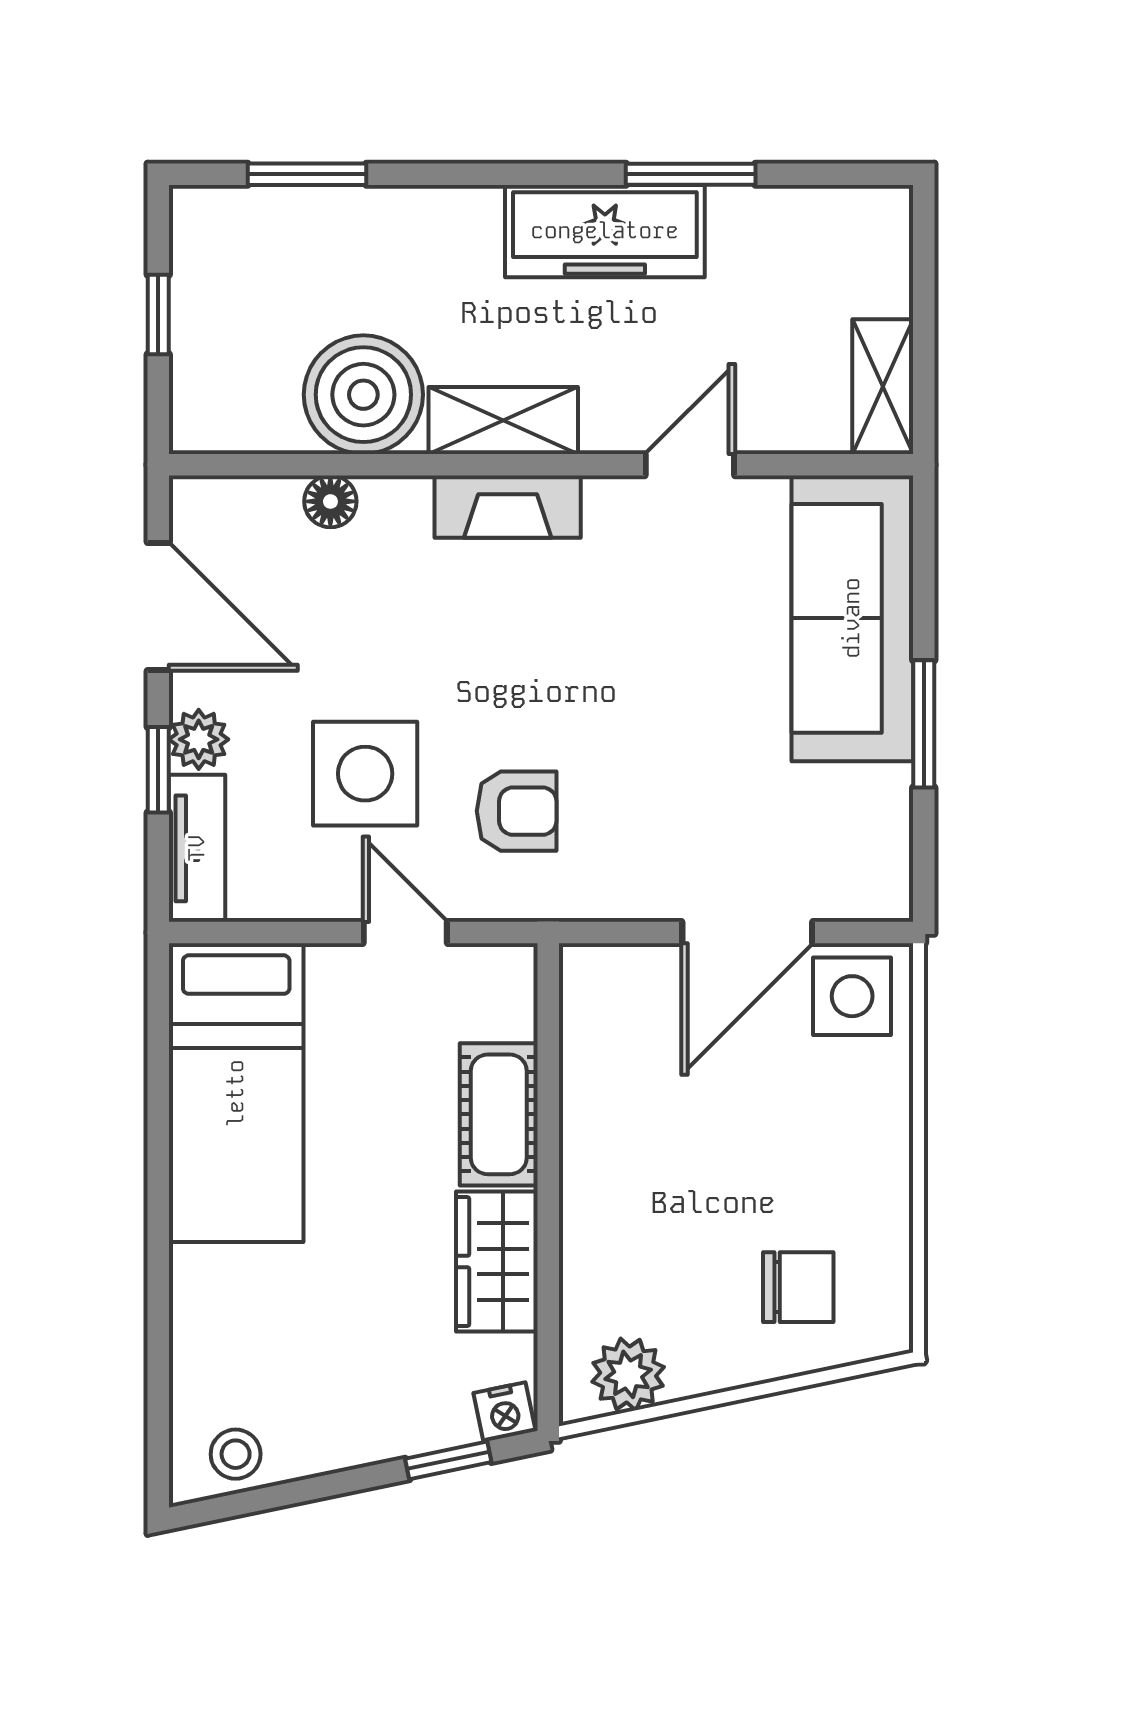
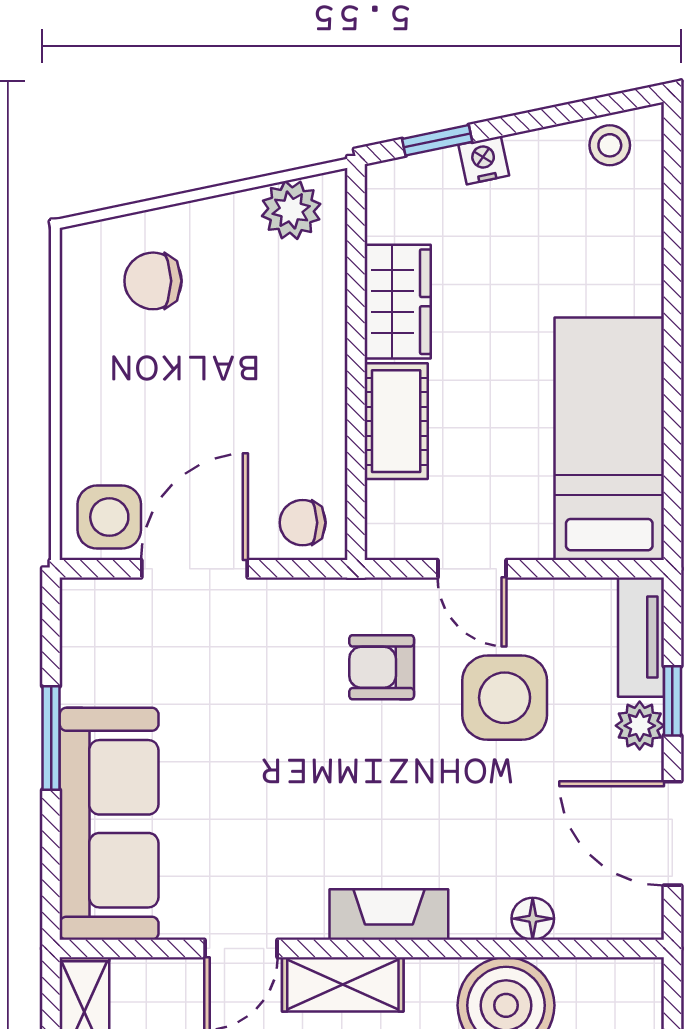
shelving: (503, 421) -> (343, 984), moved
chair: (614, 989) -> (303, 523), added
nightstand: (504, 1412) -> (484, 160), moved

